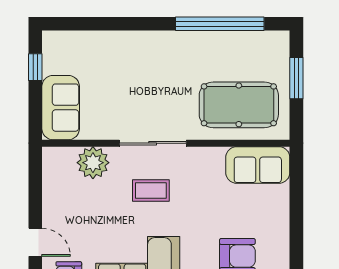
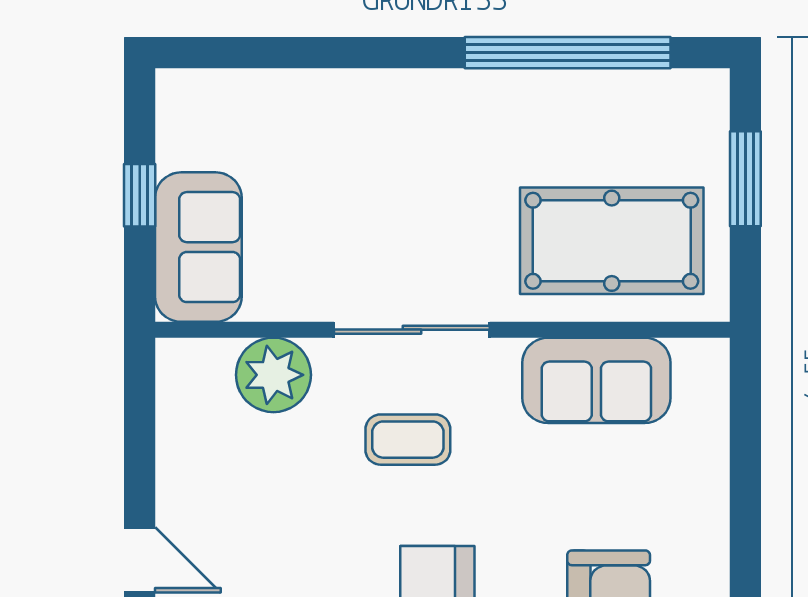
window: (35, 67) -> (140, 195), moved
sofa: (258, 165) -> (596, 380), moved

